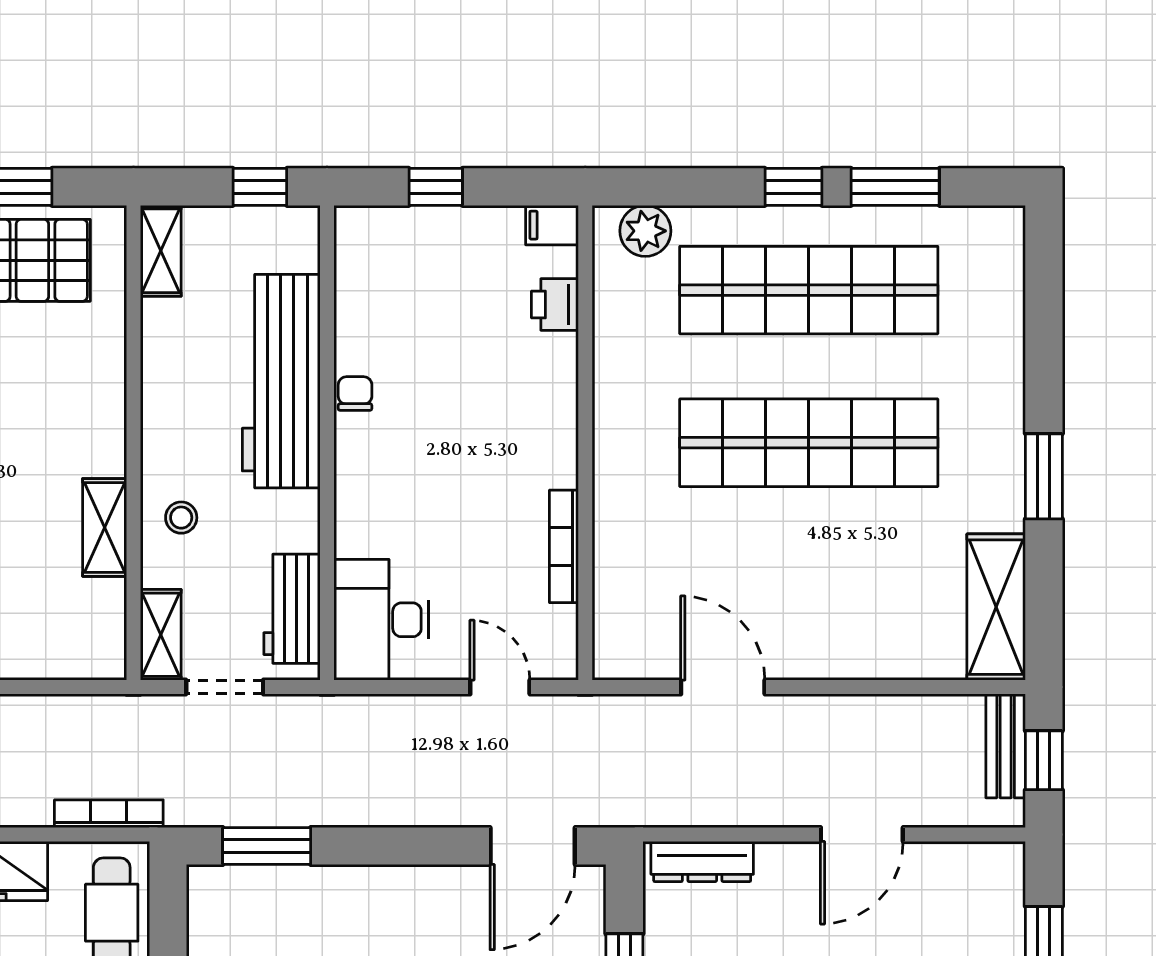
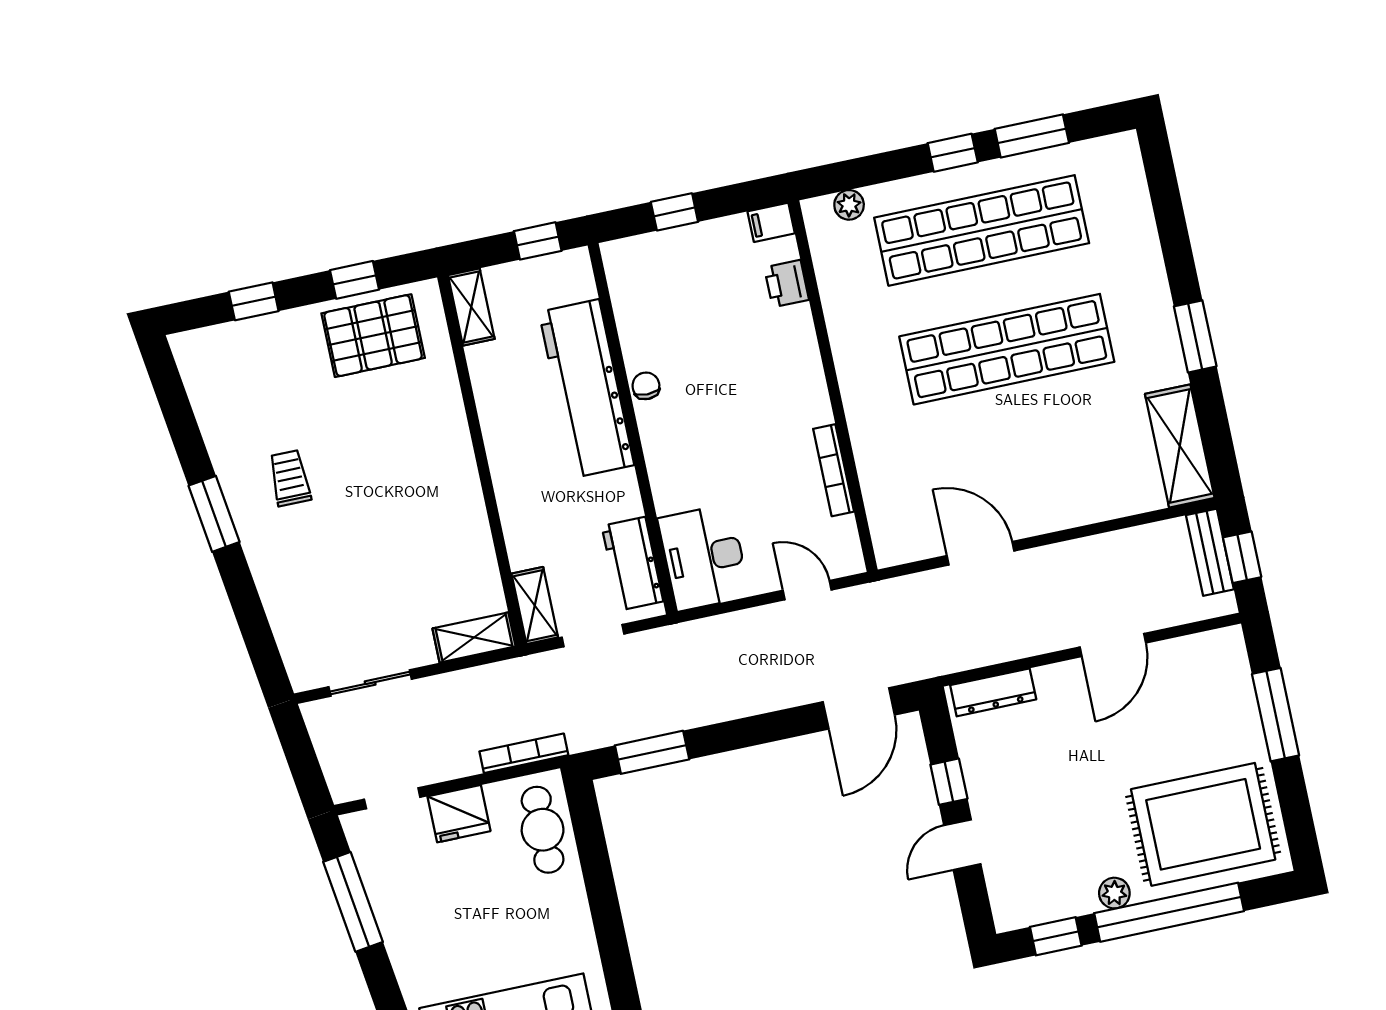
plant: (645, 231) -> (849, 205), width x0.73, depth x0.73
stool: (181, 518) -> (531, 511), removed
shelving: (105, 527) -> (474, 637), moved, turned 90

